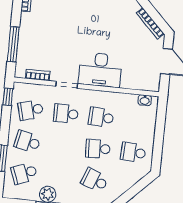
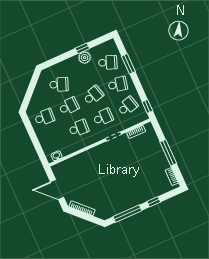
window: (13, 44) -> (168, 153), moved
desk: (100, 70) -> (97, 159), removed
school desk: (63, 145) -> (93, 95), added
school desk: (24, 173) -> (108, 63), turned 42

